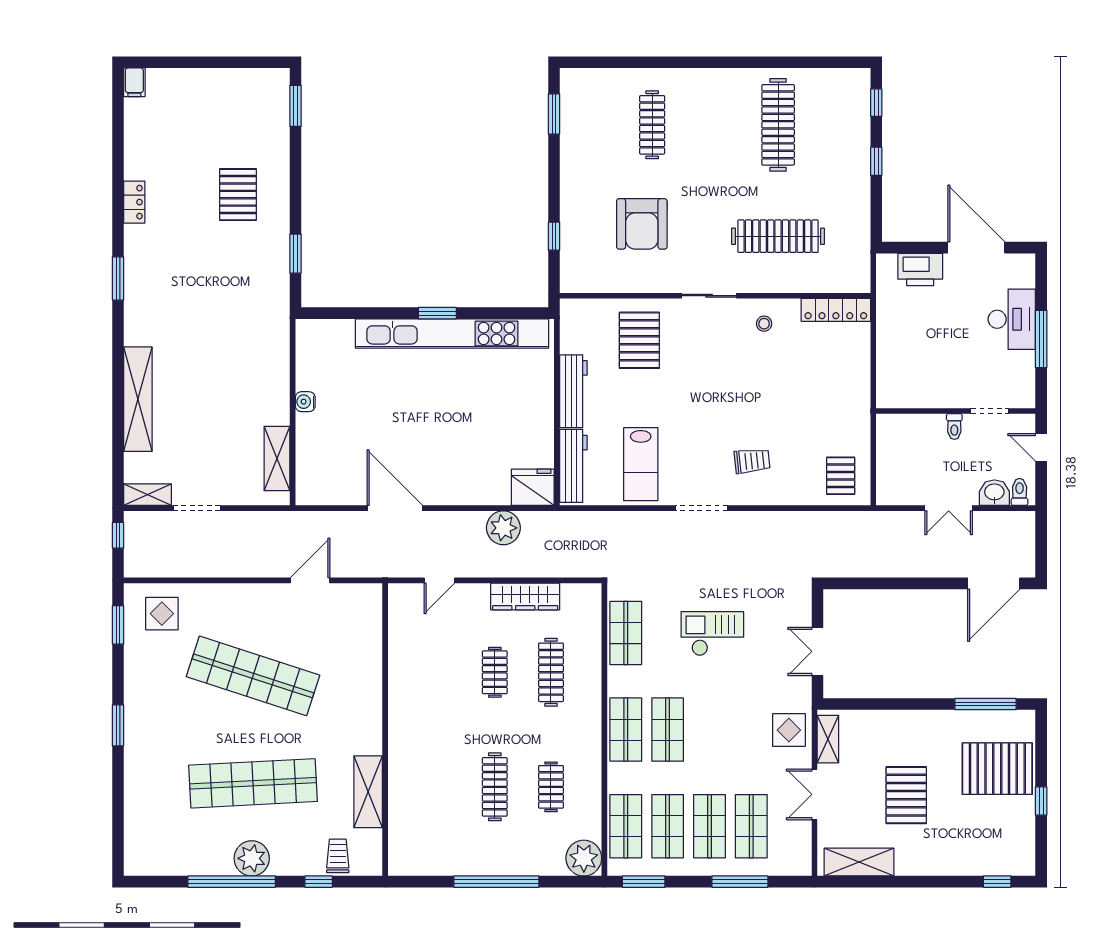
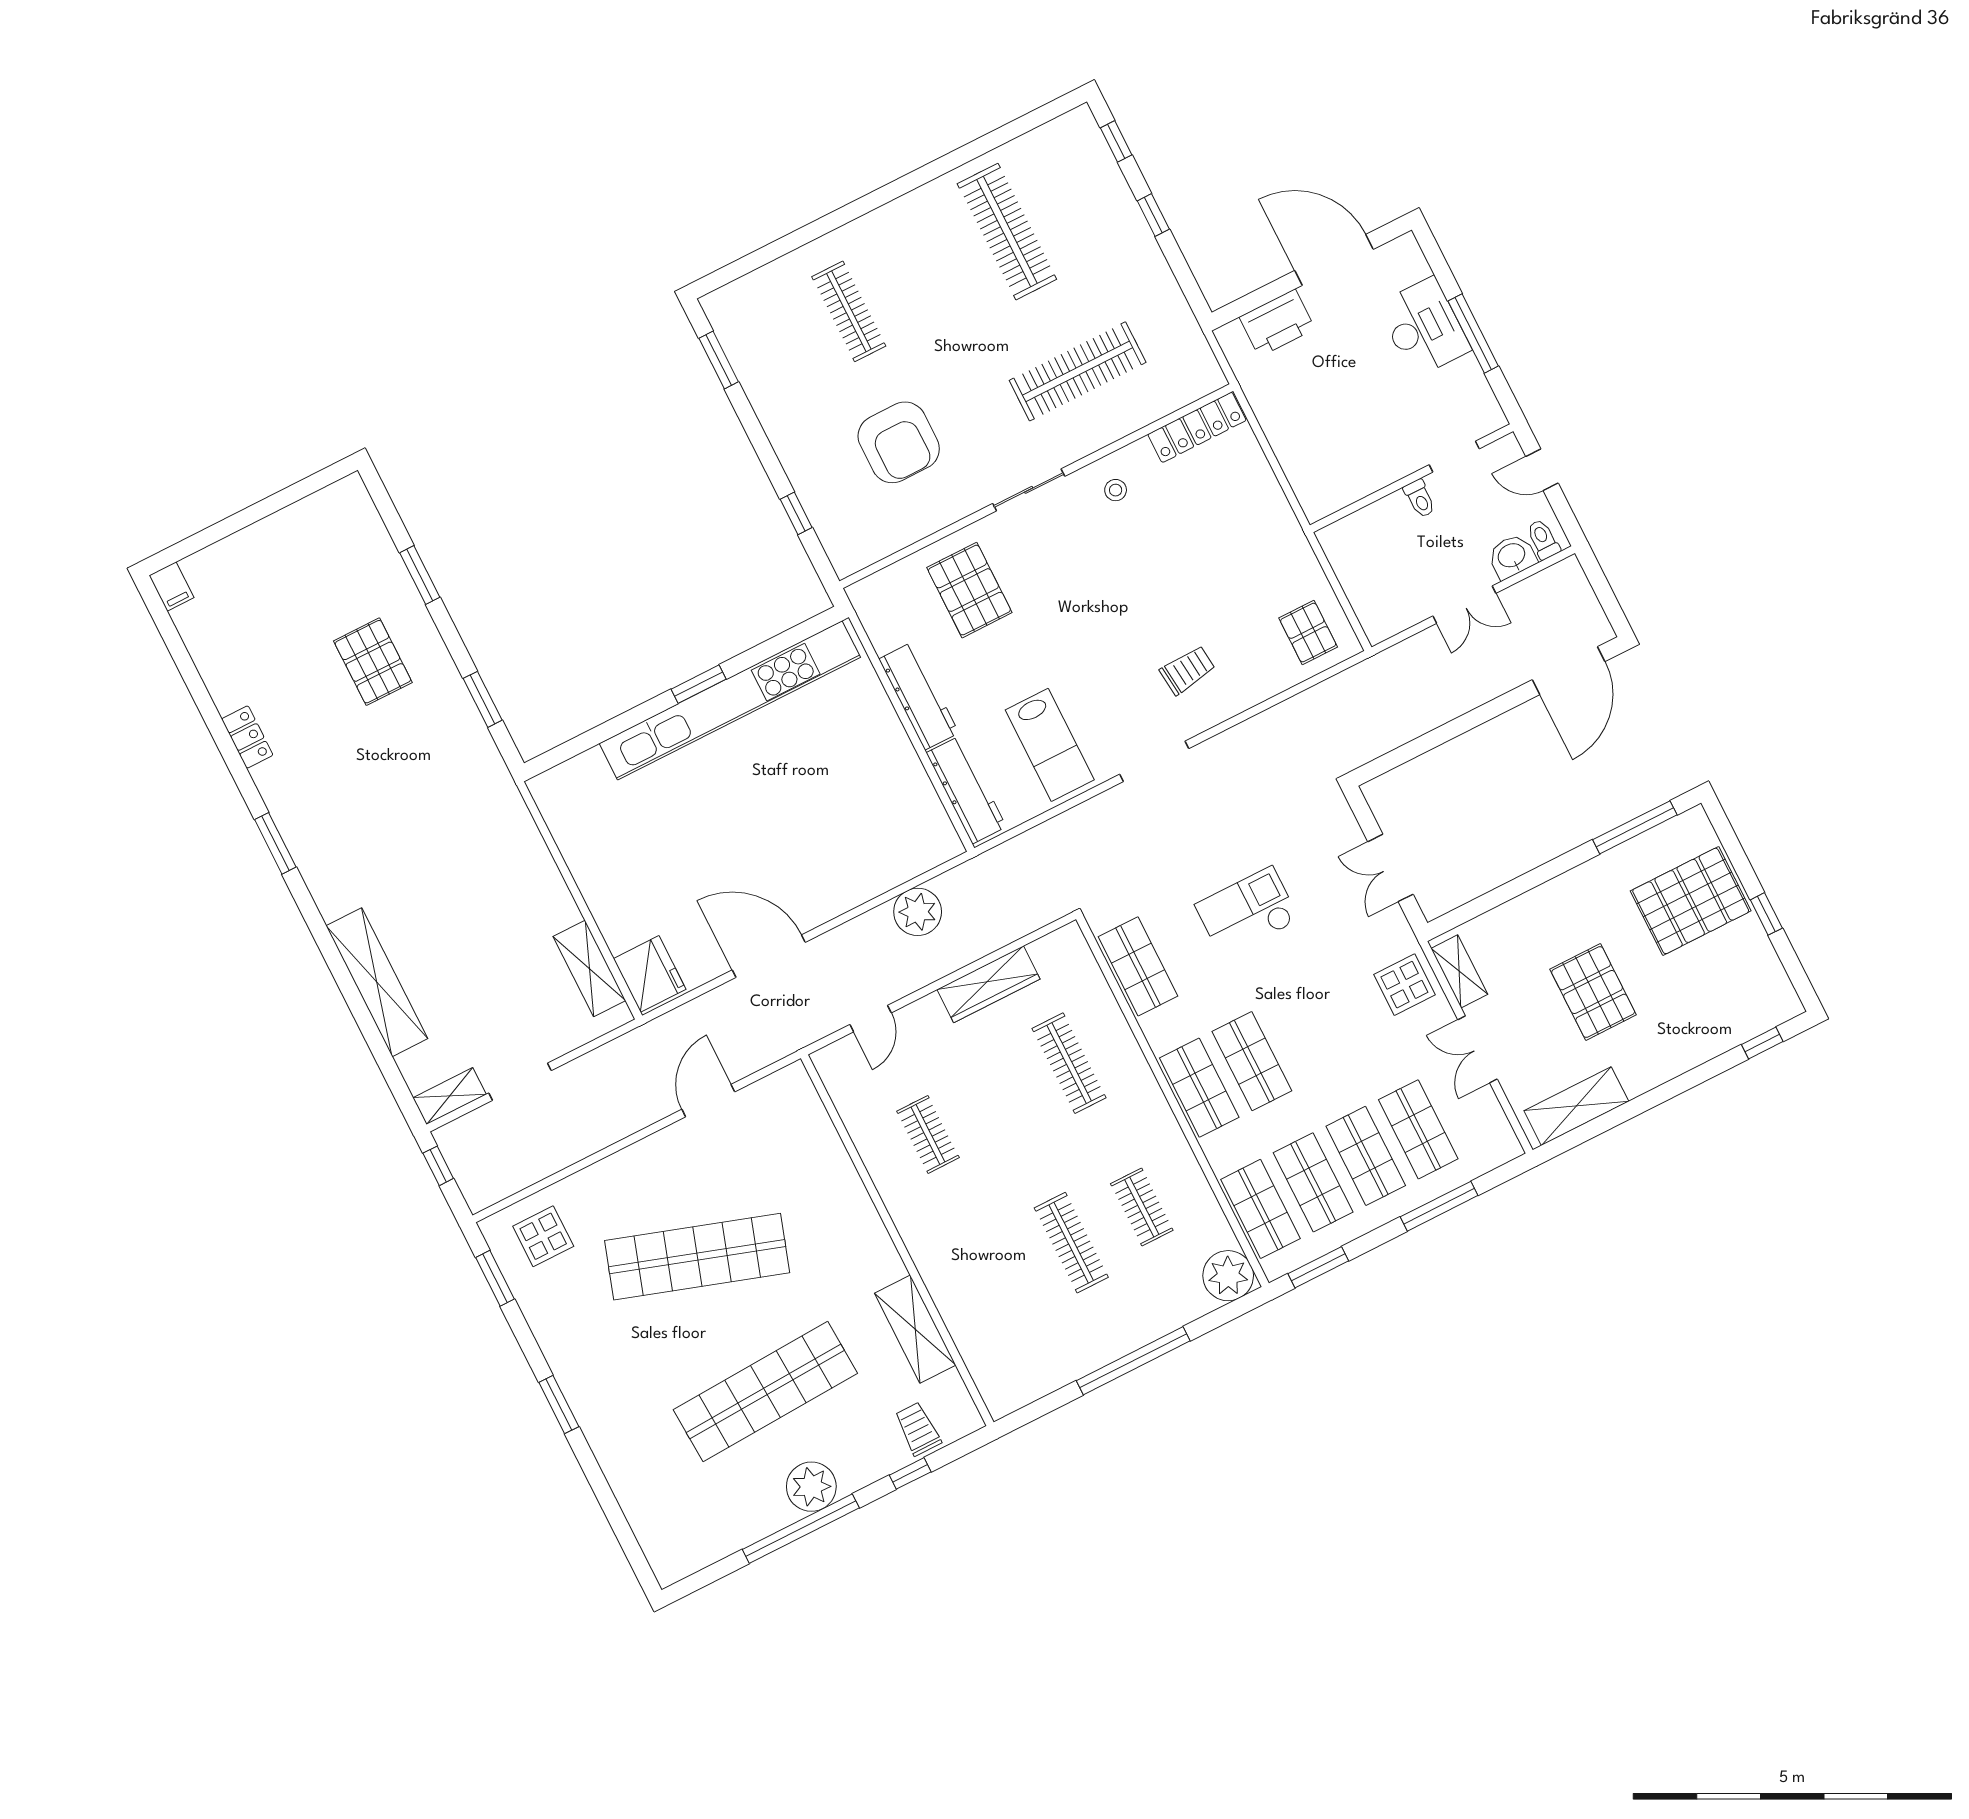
window: (296, 106) -> (420, 575), moved
water cooler: (305, 402) -> (589, 879), removed
fridge: (533, 487) -> (650, 974), moved, turned 90
clothes rail: (495, 672) -> (928, 1134), moved

